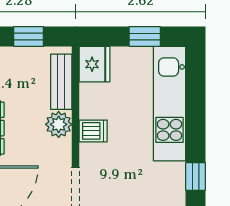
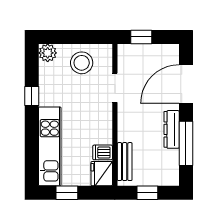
plant: (59, 124) -> (127, 132), removed
dishwasher: (93, 131) -> (103, 152), moved

